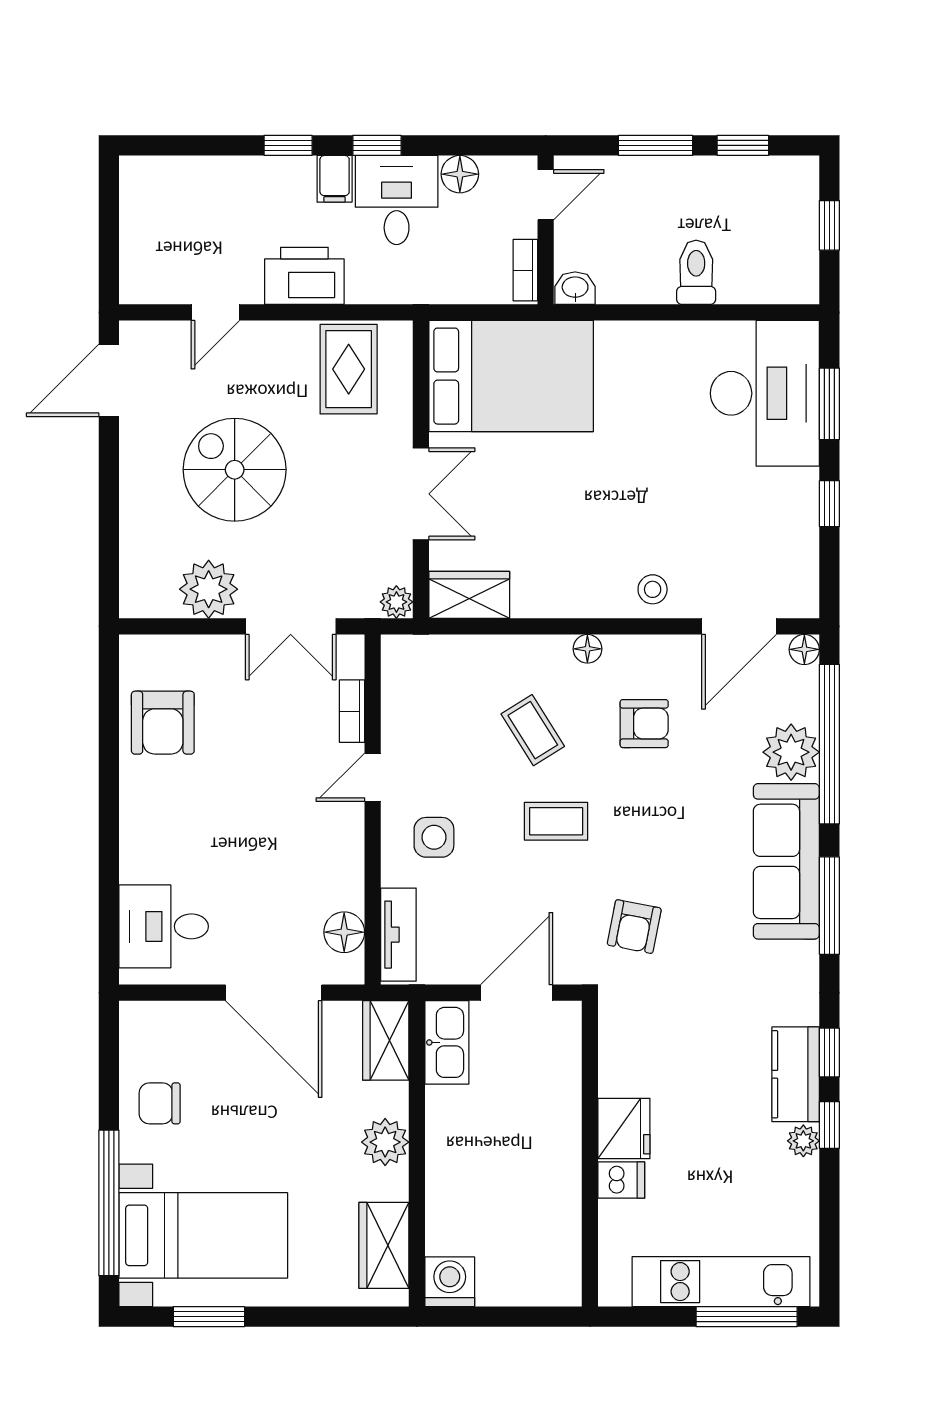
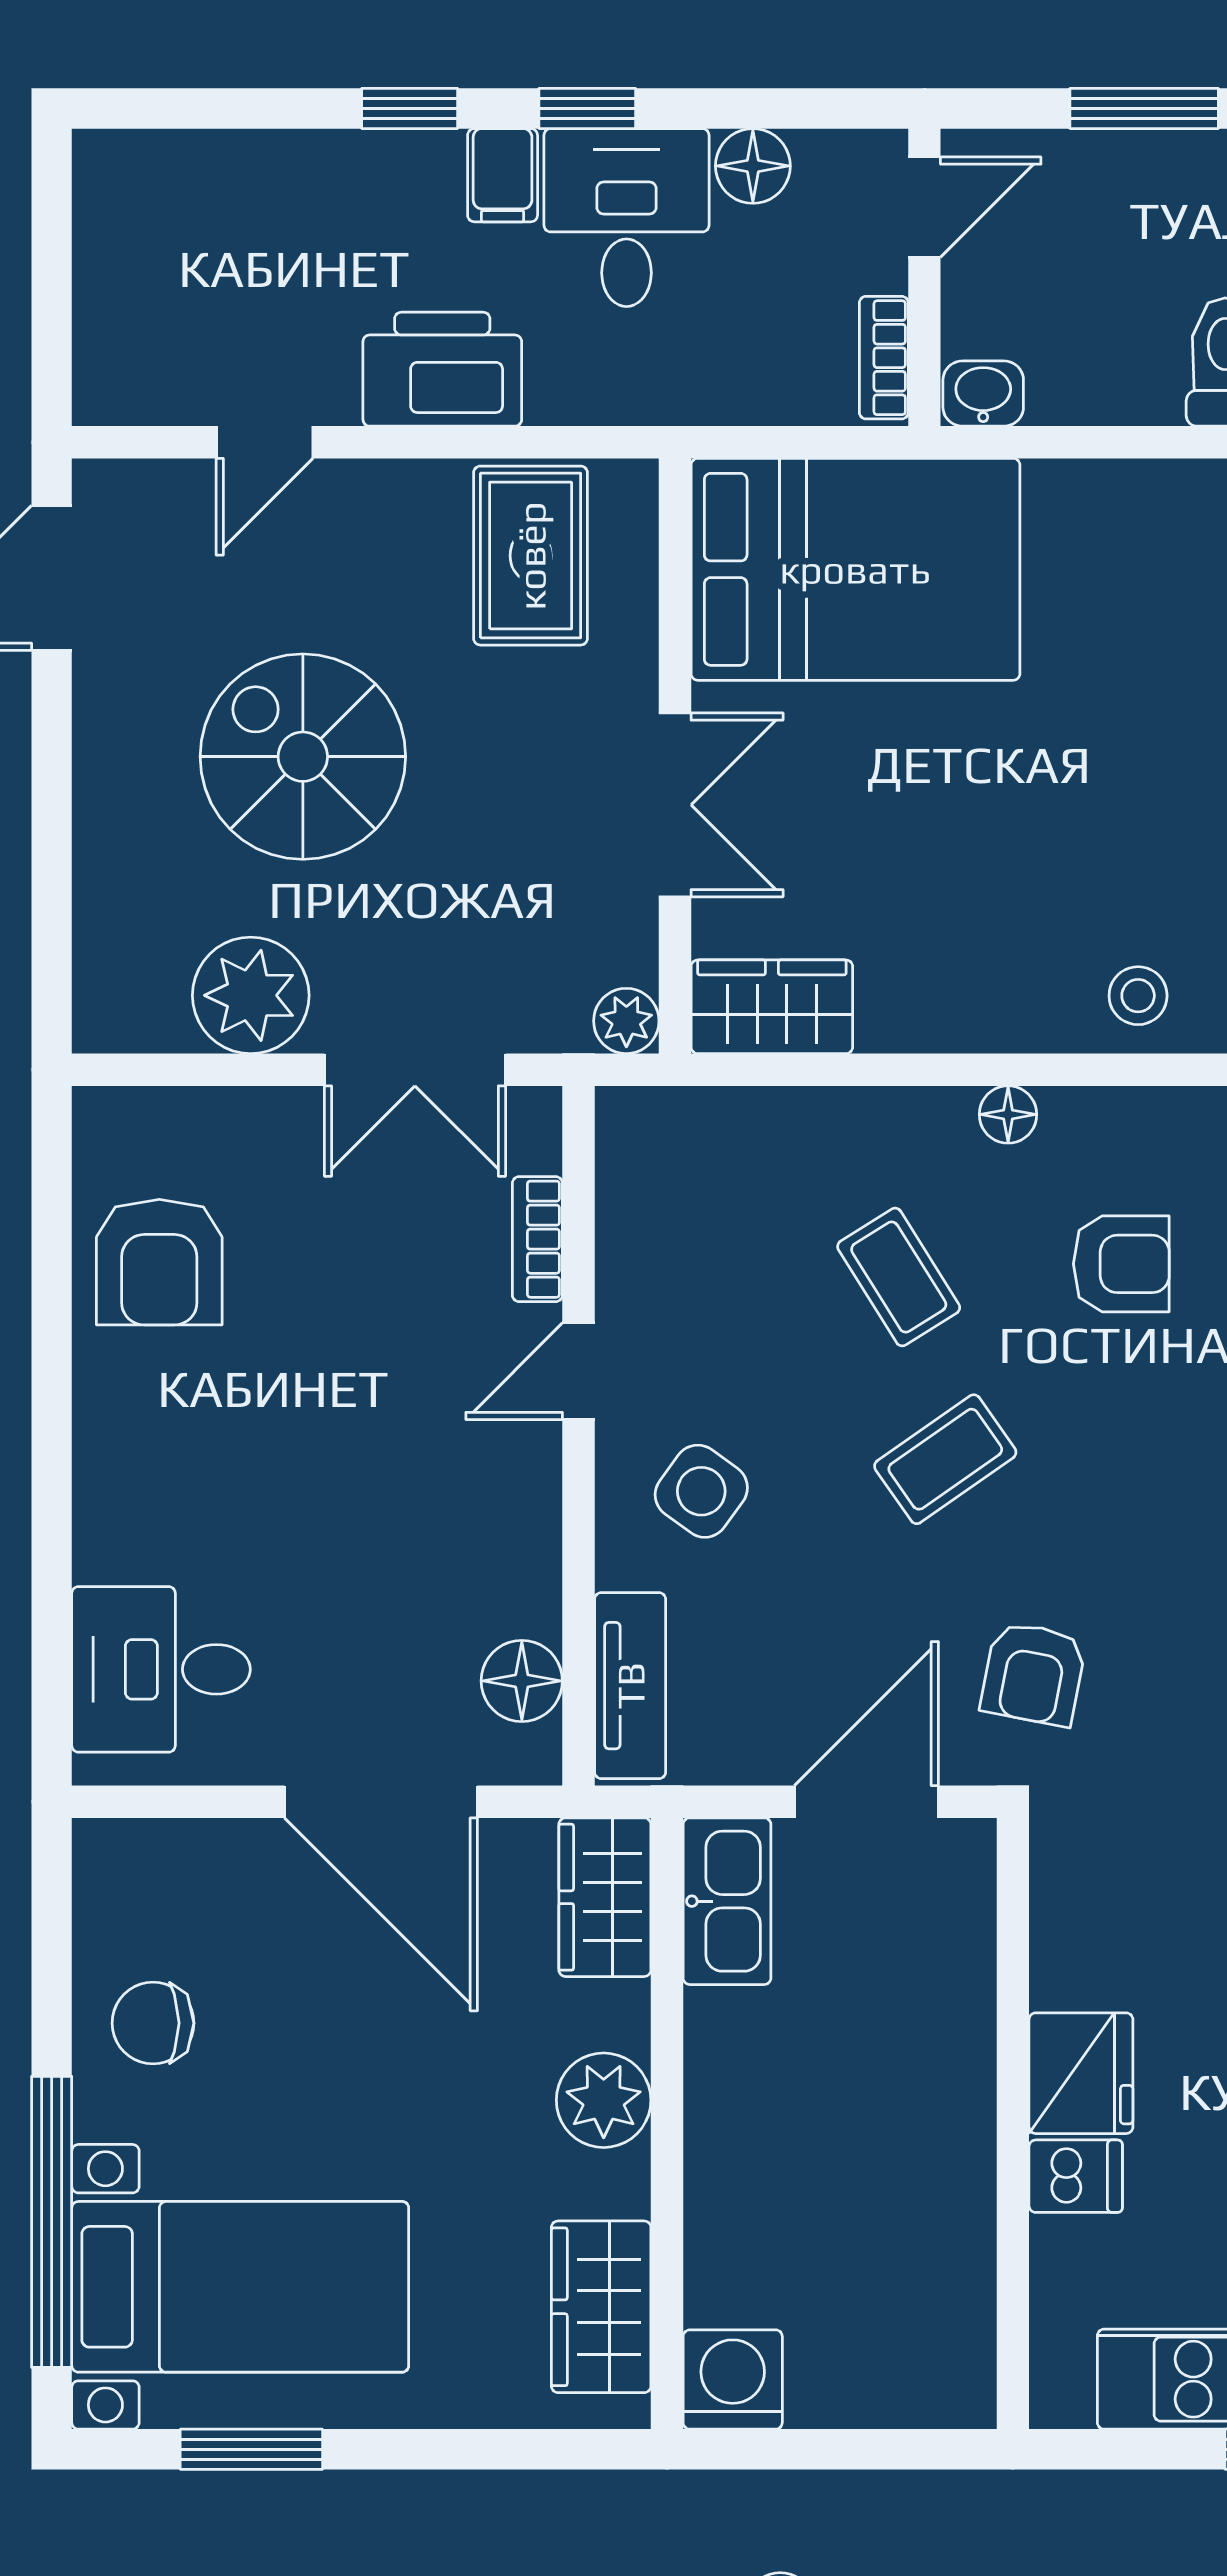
coffee table: (556, 821) -> (945, 1459), turned -35
side table: (434, 837) -> (701, 1491), turned 36
armchair: (634, 927) -> (1033, 1674), moved

